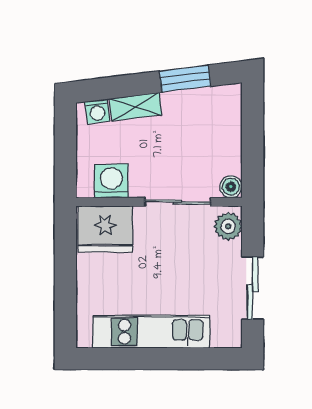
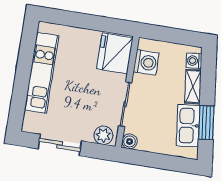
kitchen sink: (194, 105) -> (188, 126), added

